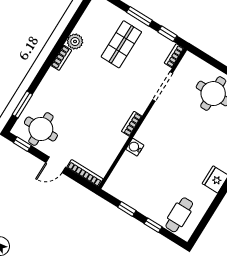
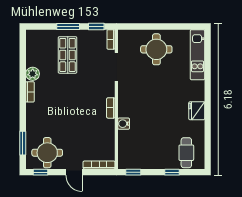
door: (56, 165) -> (74, 172), hinge flipped
window: (127, 209) -> (133, 172), moved

